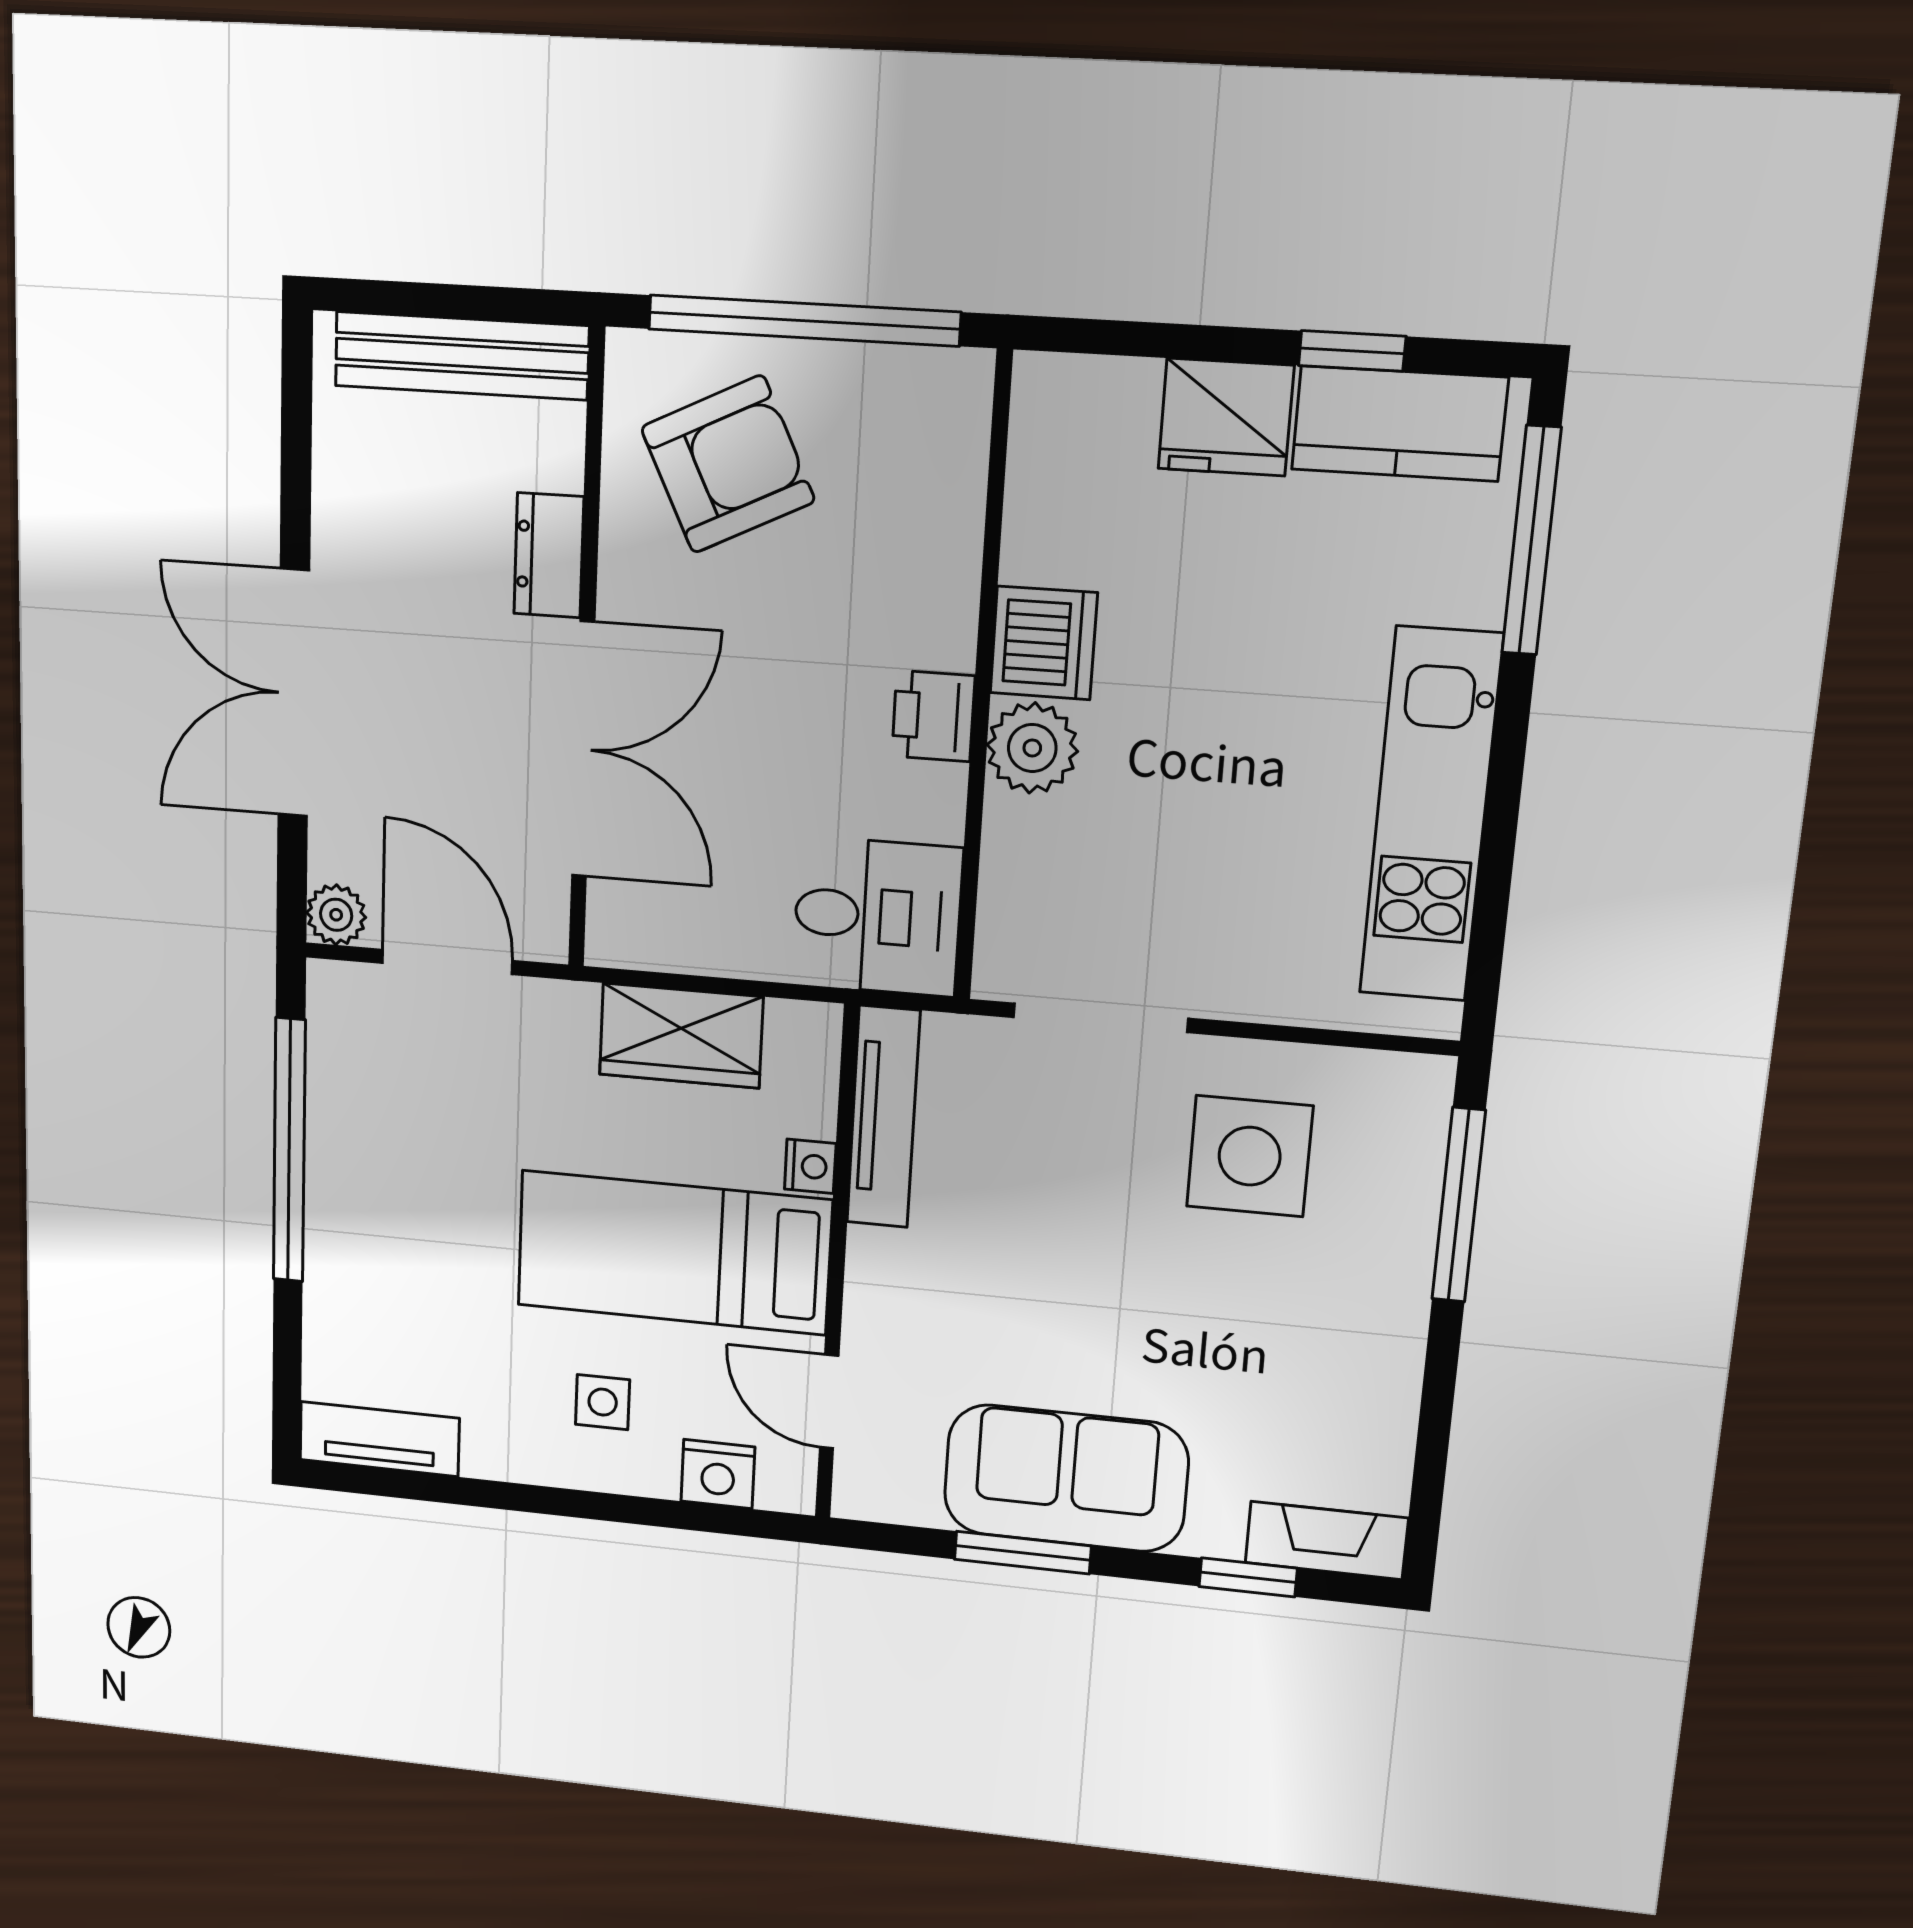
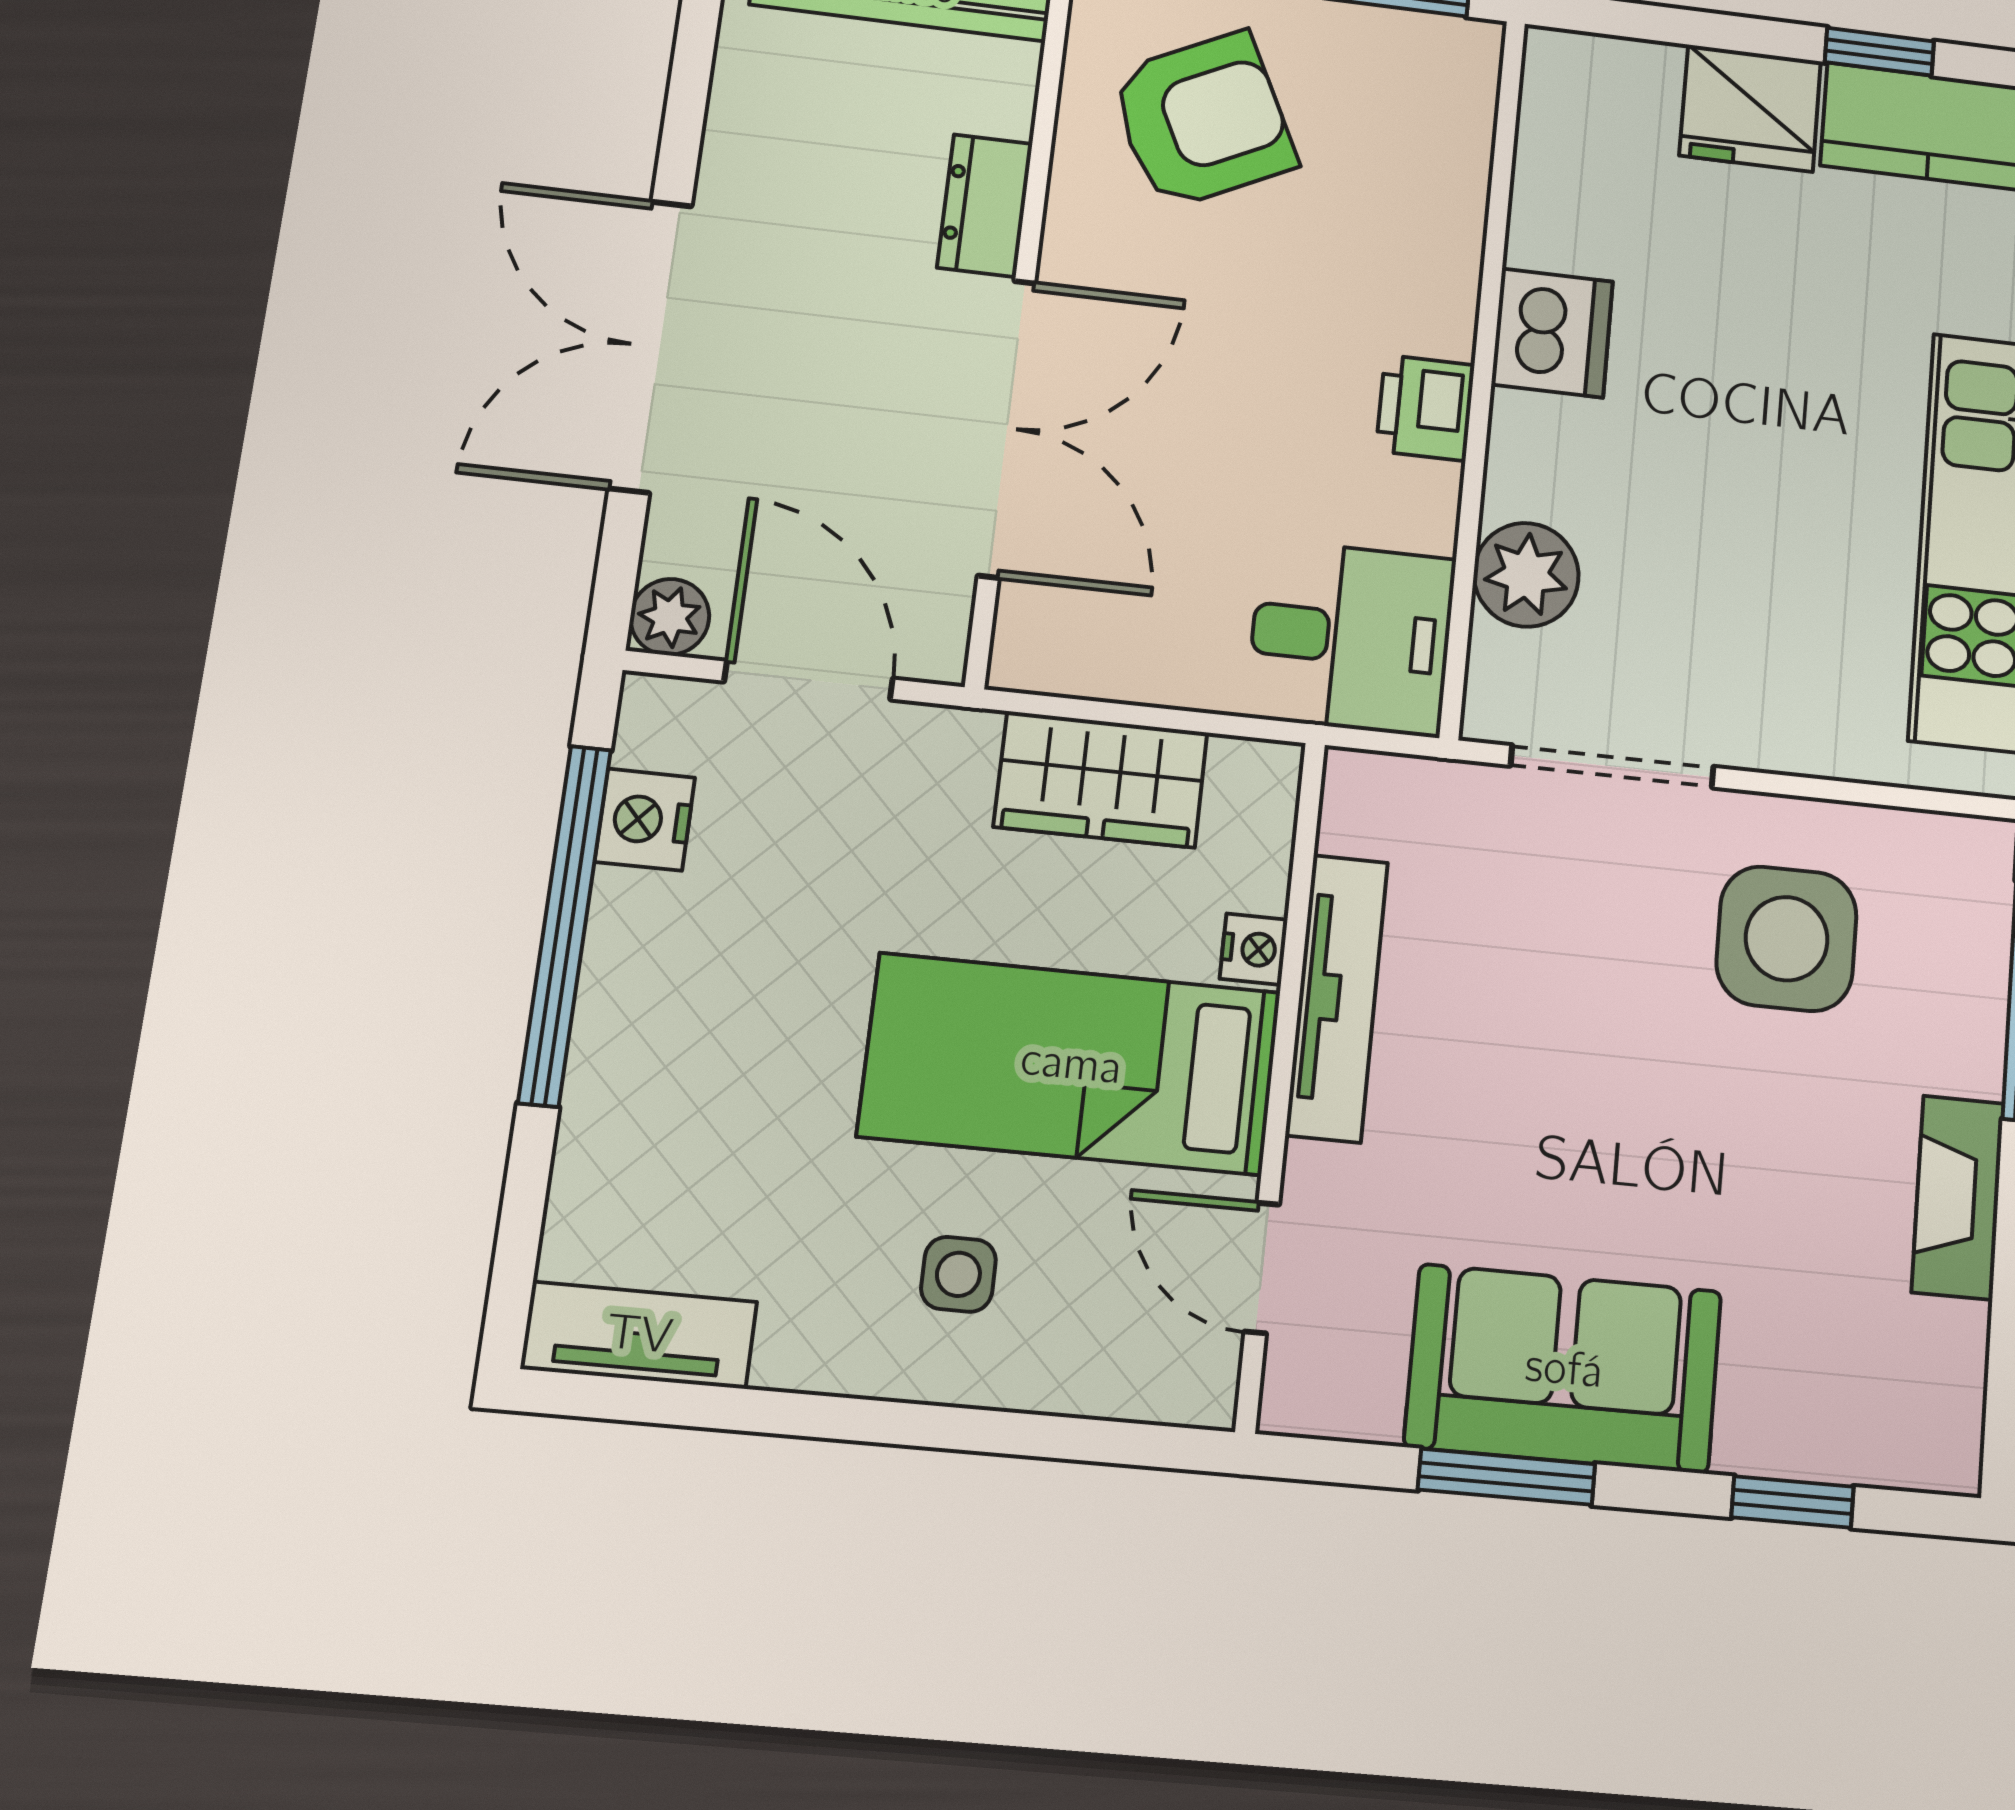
plant: (1032, 748) -> (1526, 575), moved
tv unit: (883, 1117) -> (1337, 998), moved
nightstand: (718, 1474) -> (645, 820), moved, turned 90
fireplace: (1326, 1540) -> (1958, 1197), moved, turned -90

